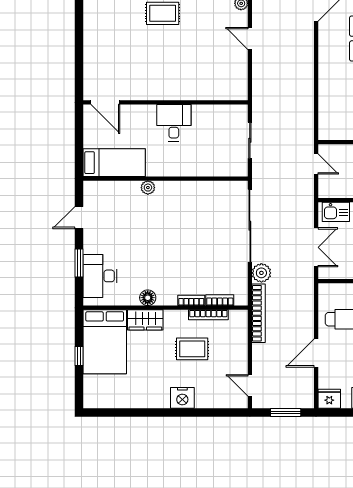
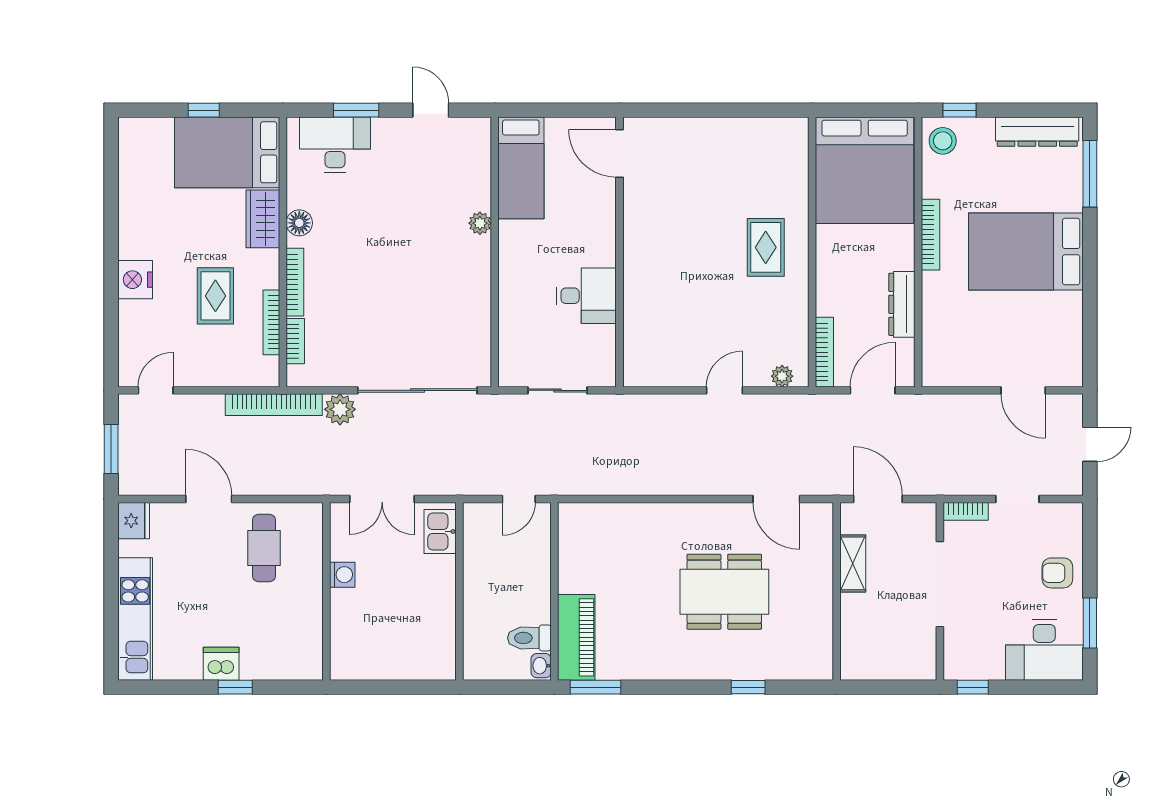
door: (105, 102) -> (619, 153), hinge flipped
desk: (174, 123) -> (586, 296), moved
bookcase: (191, 300) -> (295, 282), width x1.56

